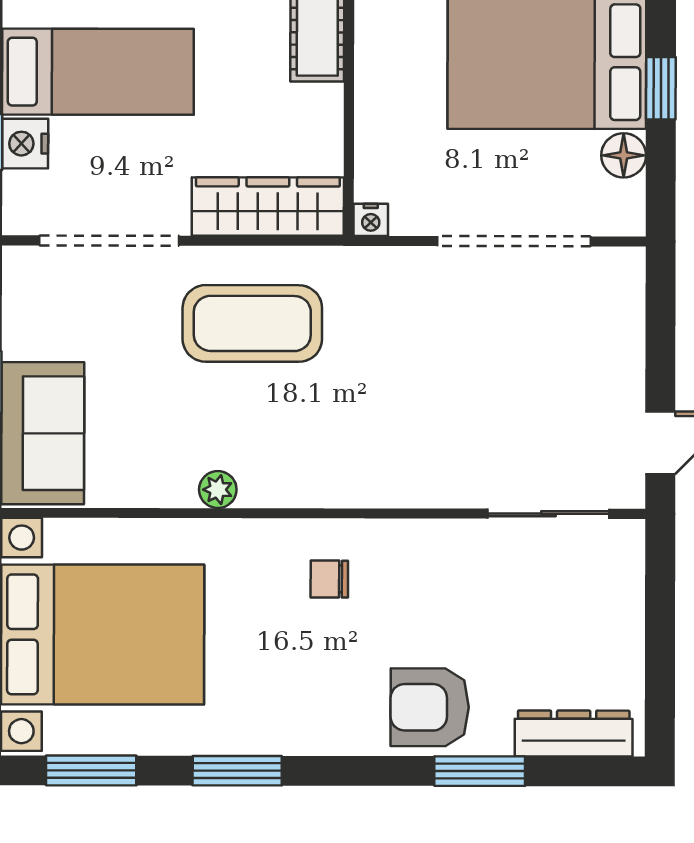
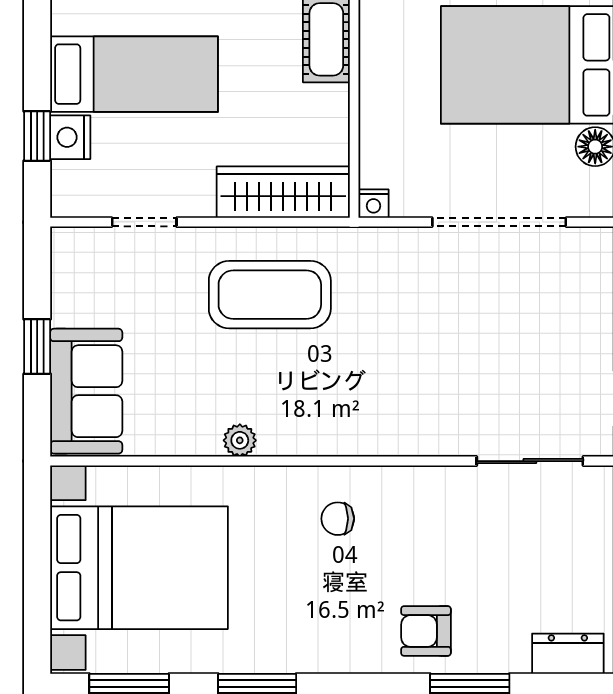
doorway: (109, 241) -> (144, 222), width x0.53
armchair: (430, 707) -> (426, 631), width x0.72, depth x0.72
dresser: (574, 733) -> (568, 654), width x0.70

